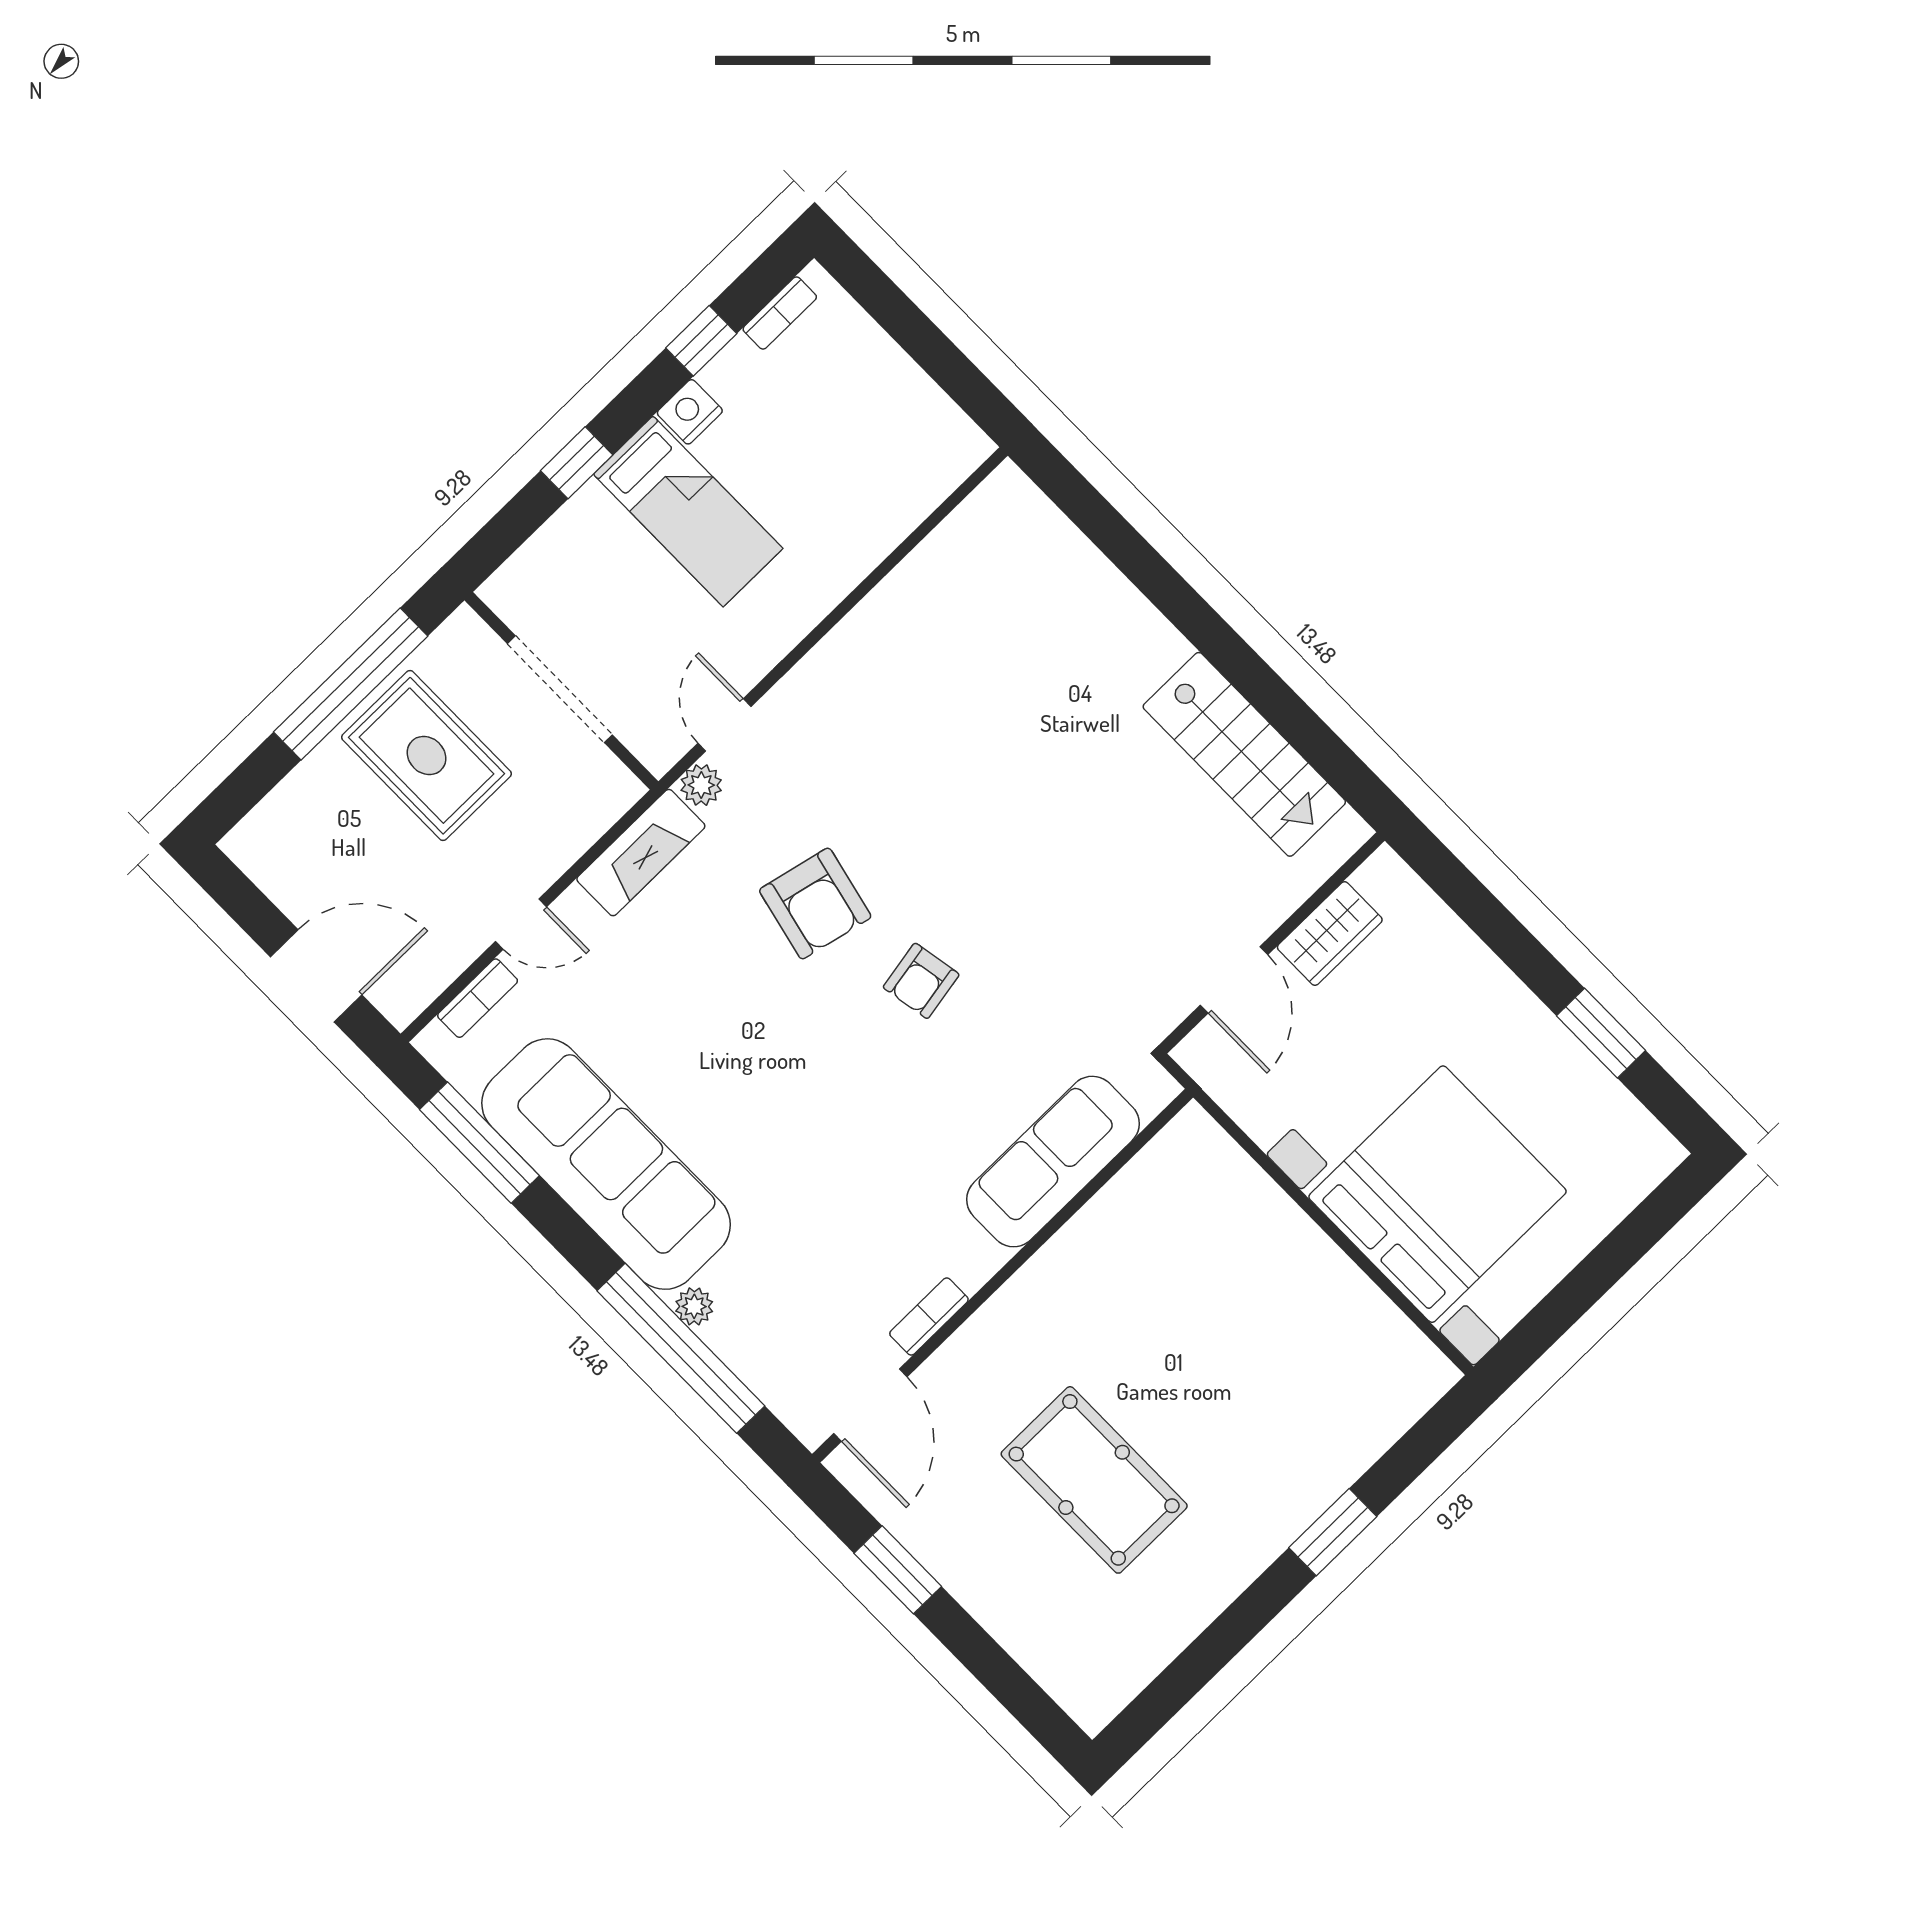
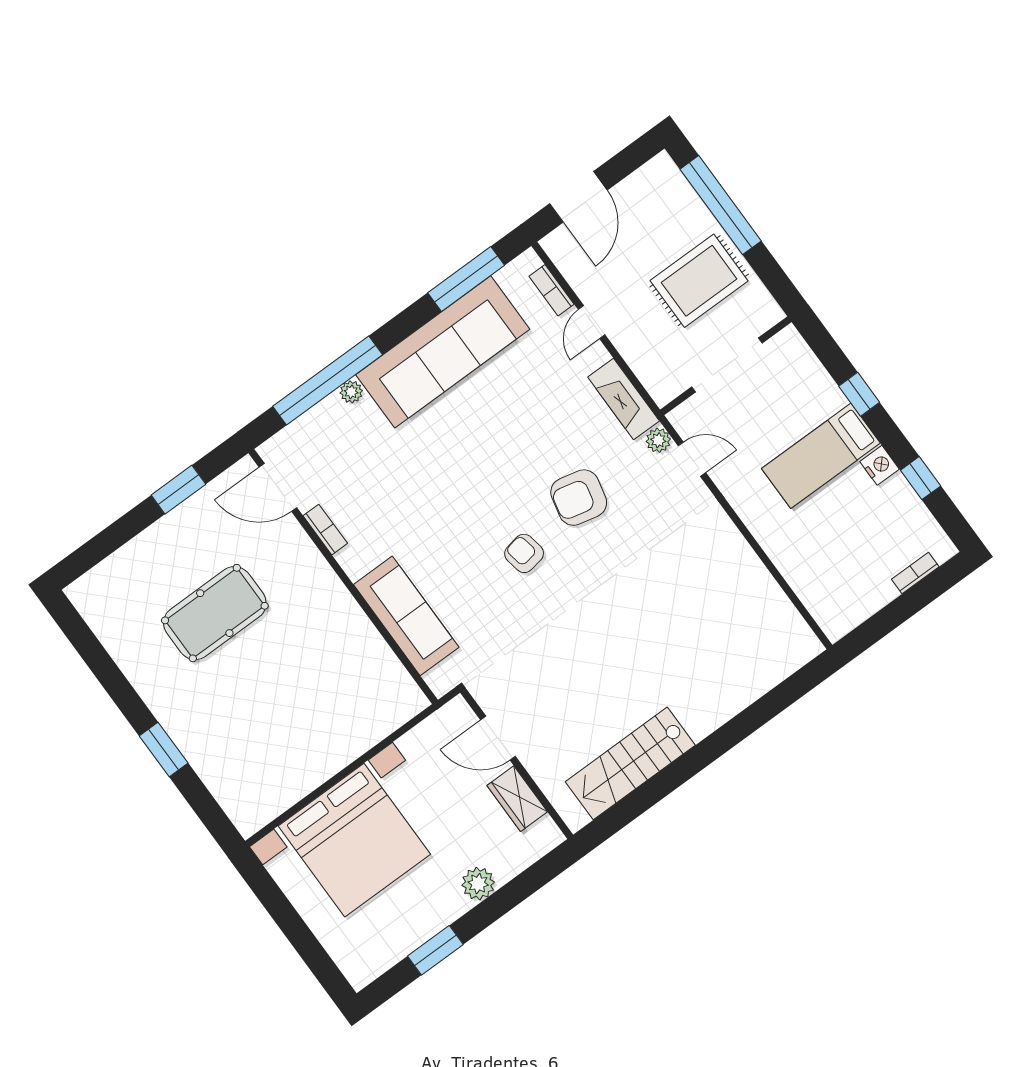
bookcase: (780, 313) -> (915, 573), moved, turned 90
window: (351, 684) -> (721, 205), moved
plant: (1480, 978) -> (478, 884), added

